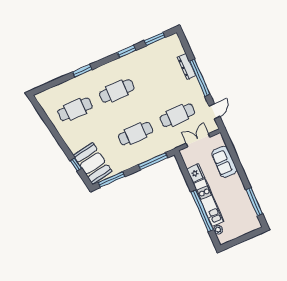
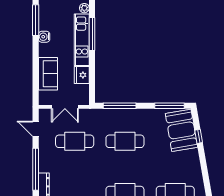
door: (215, 111) -> (36, 129), hinge flipped
water cooler: (241, 191) -> (44, 37), added
window: (202, 211) -> (92, 34), width x0.68

